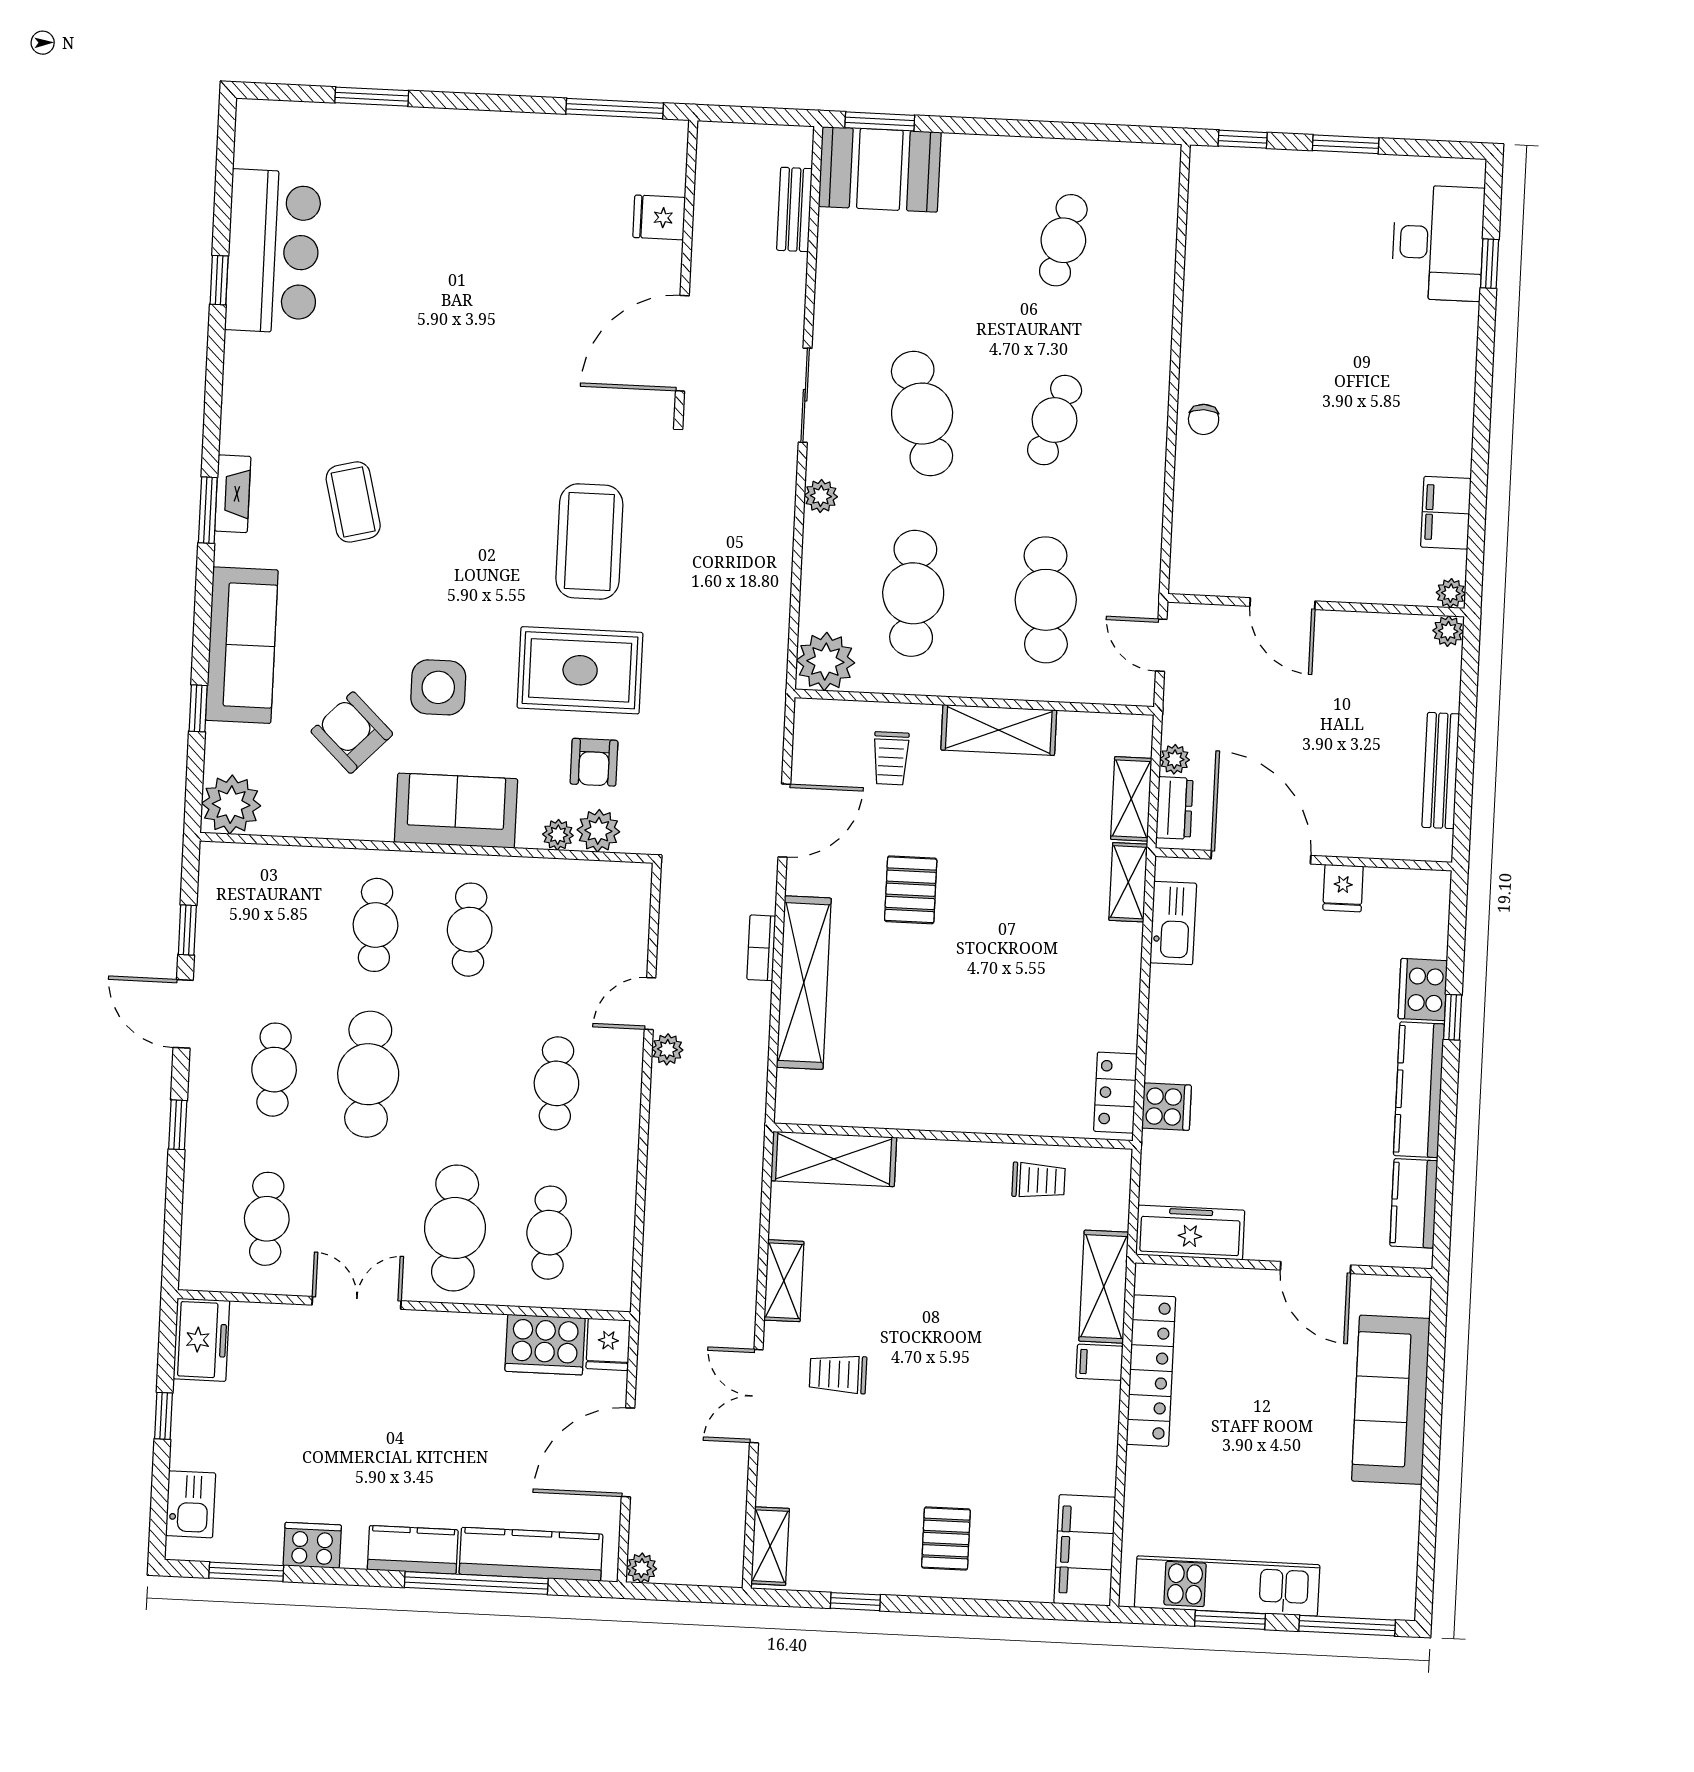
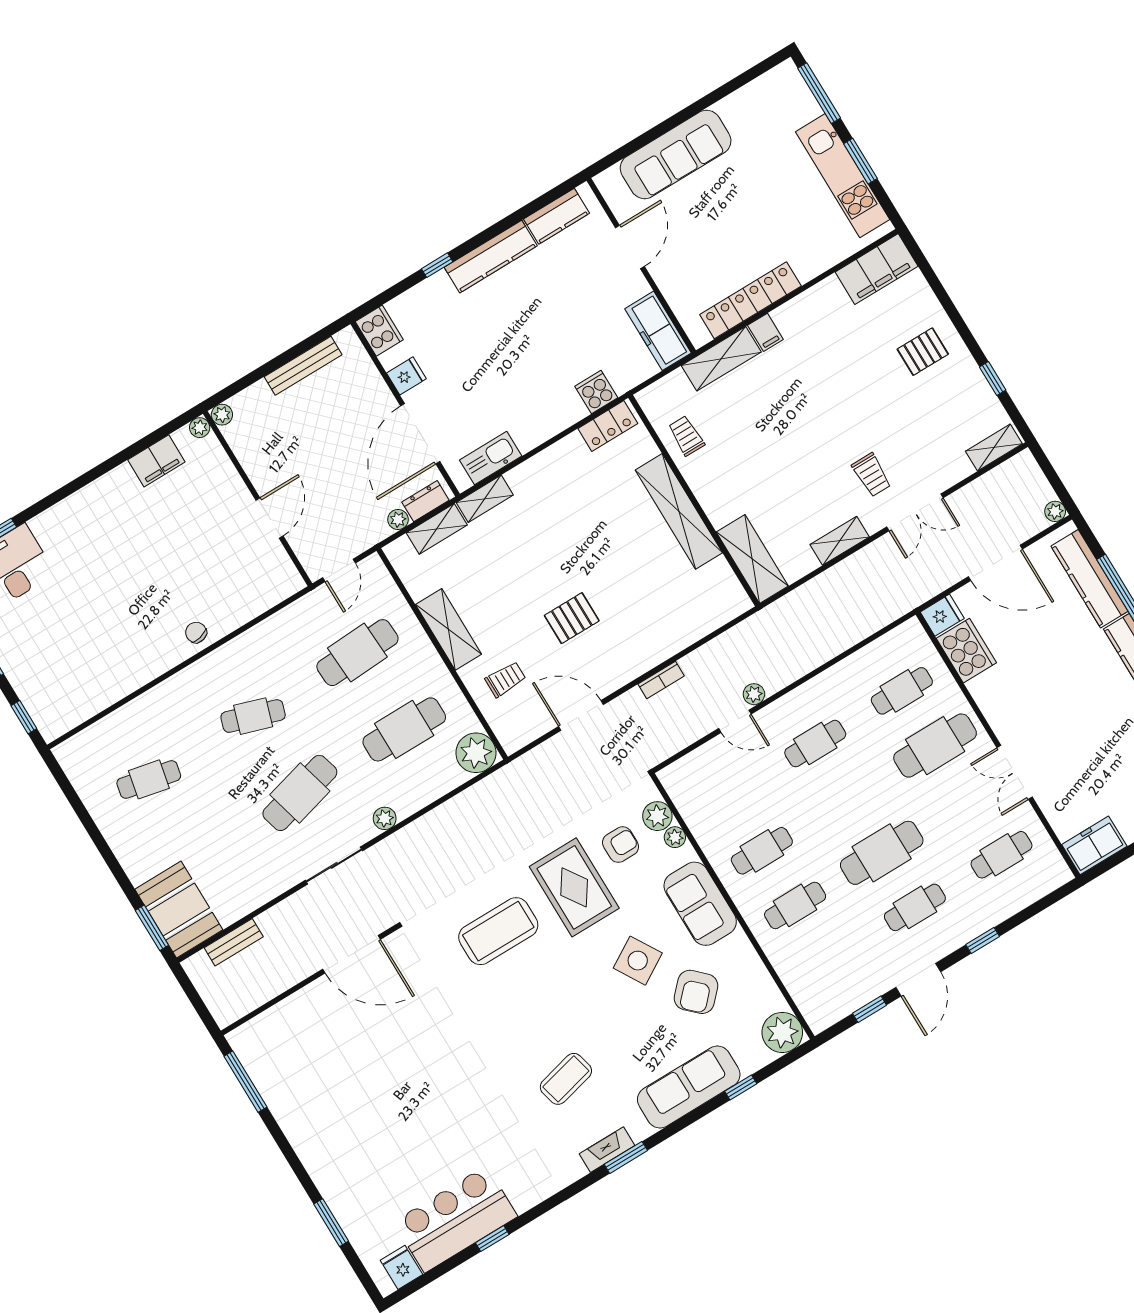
fridge: (659, 217) -> (401, 1267), moved, turned 180
chair: (1204, 419) -> (196, 633), turned -104
side table: (438, 687) -> (638, 961), turned -31
shelving: (804, 983) -> (679, 511), moved, turned 90
cooker: (1423, 990) -> (379, 331), moved, turned -90

